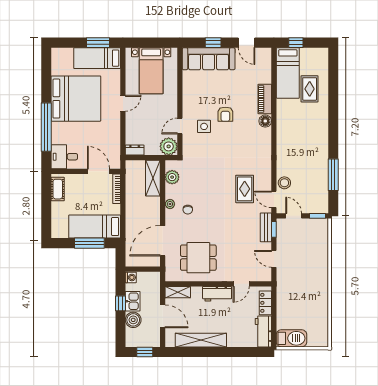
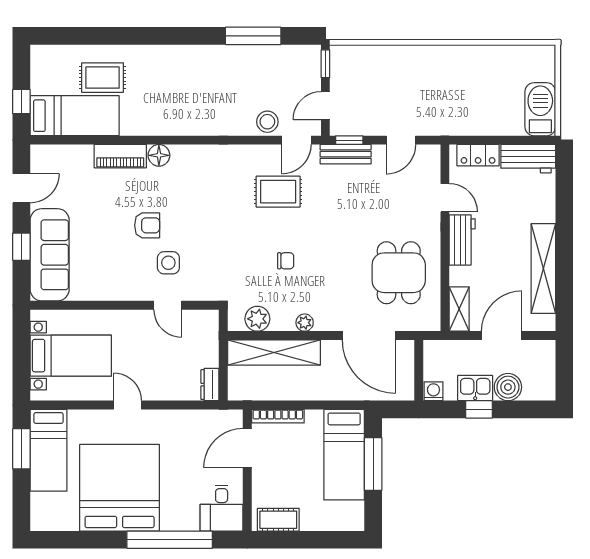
plant: (169, 146) -> (204, 325), removed
shelving: (153, 178) -> (274, 353), width x1.47
chair: (188, 210) -> (286, 261), moved
window: (145, 352) -> (564, 367), removed

